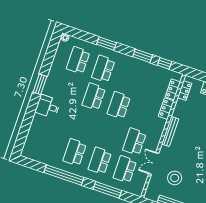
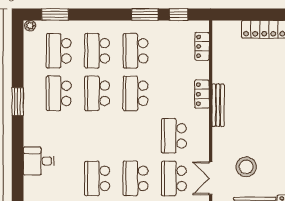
window: (106, 43) -> (55, 14), moved
school desk: (128, 77) -> (135, 51), added
school desk: (69, 88) -> (59, 93), added
locker: (185, 90) -> (219, 42), removed
desk: (48, 106) -> (39, 161), moved
locker: (166, 109) -> (202, 94), moved
double door: (154, 163) -> (211, 178), moved

